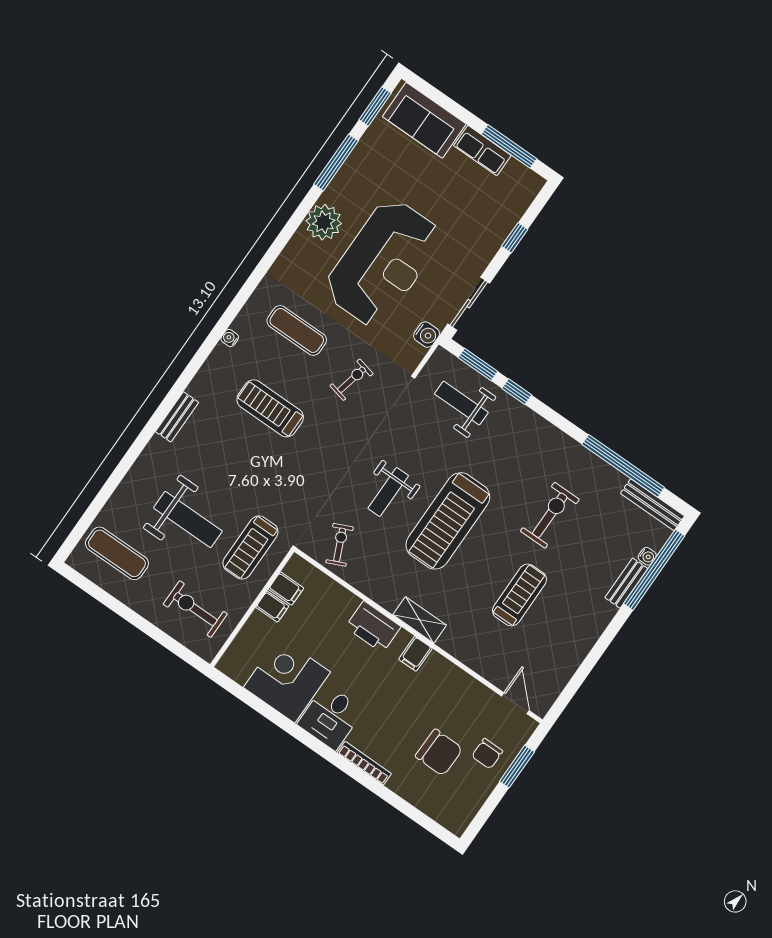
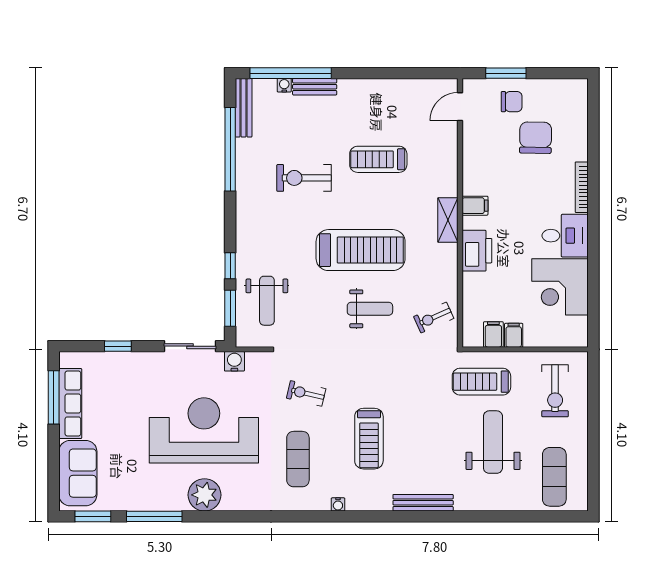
row of seats: (482, 150) -> (70, 404), width x1.48
bench: (177, 417) -> (423, 503), width x1.36
treadmill: (250, 547) -> (481, 382), turned 180

